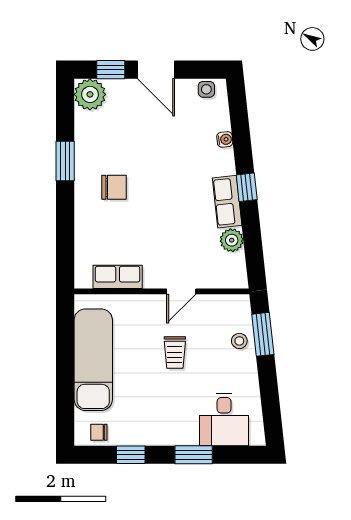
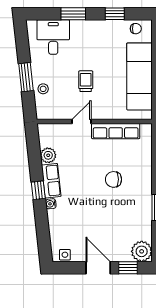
water cooler: (225, 139) -> (51, 204), moved
chair: (114, 187) -> (114, 179), moved
row of seats: (118, 277) -> (116, 131), width x1.48
window: (263, 334) -> (26, 77), moved

